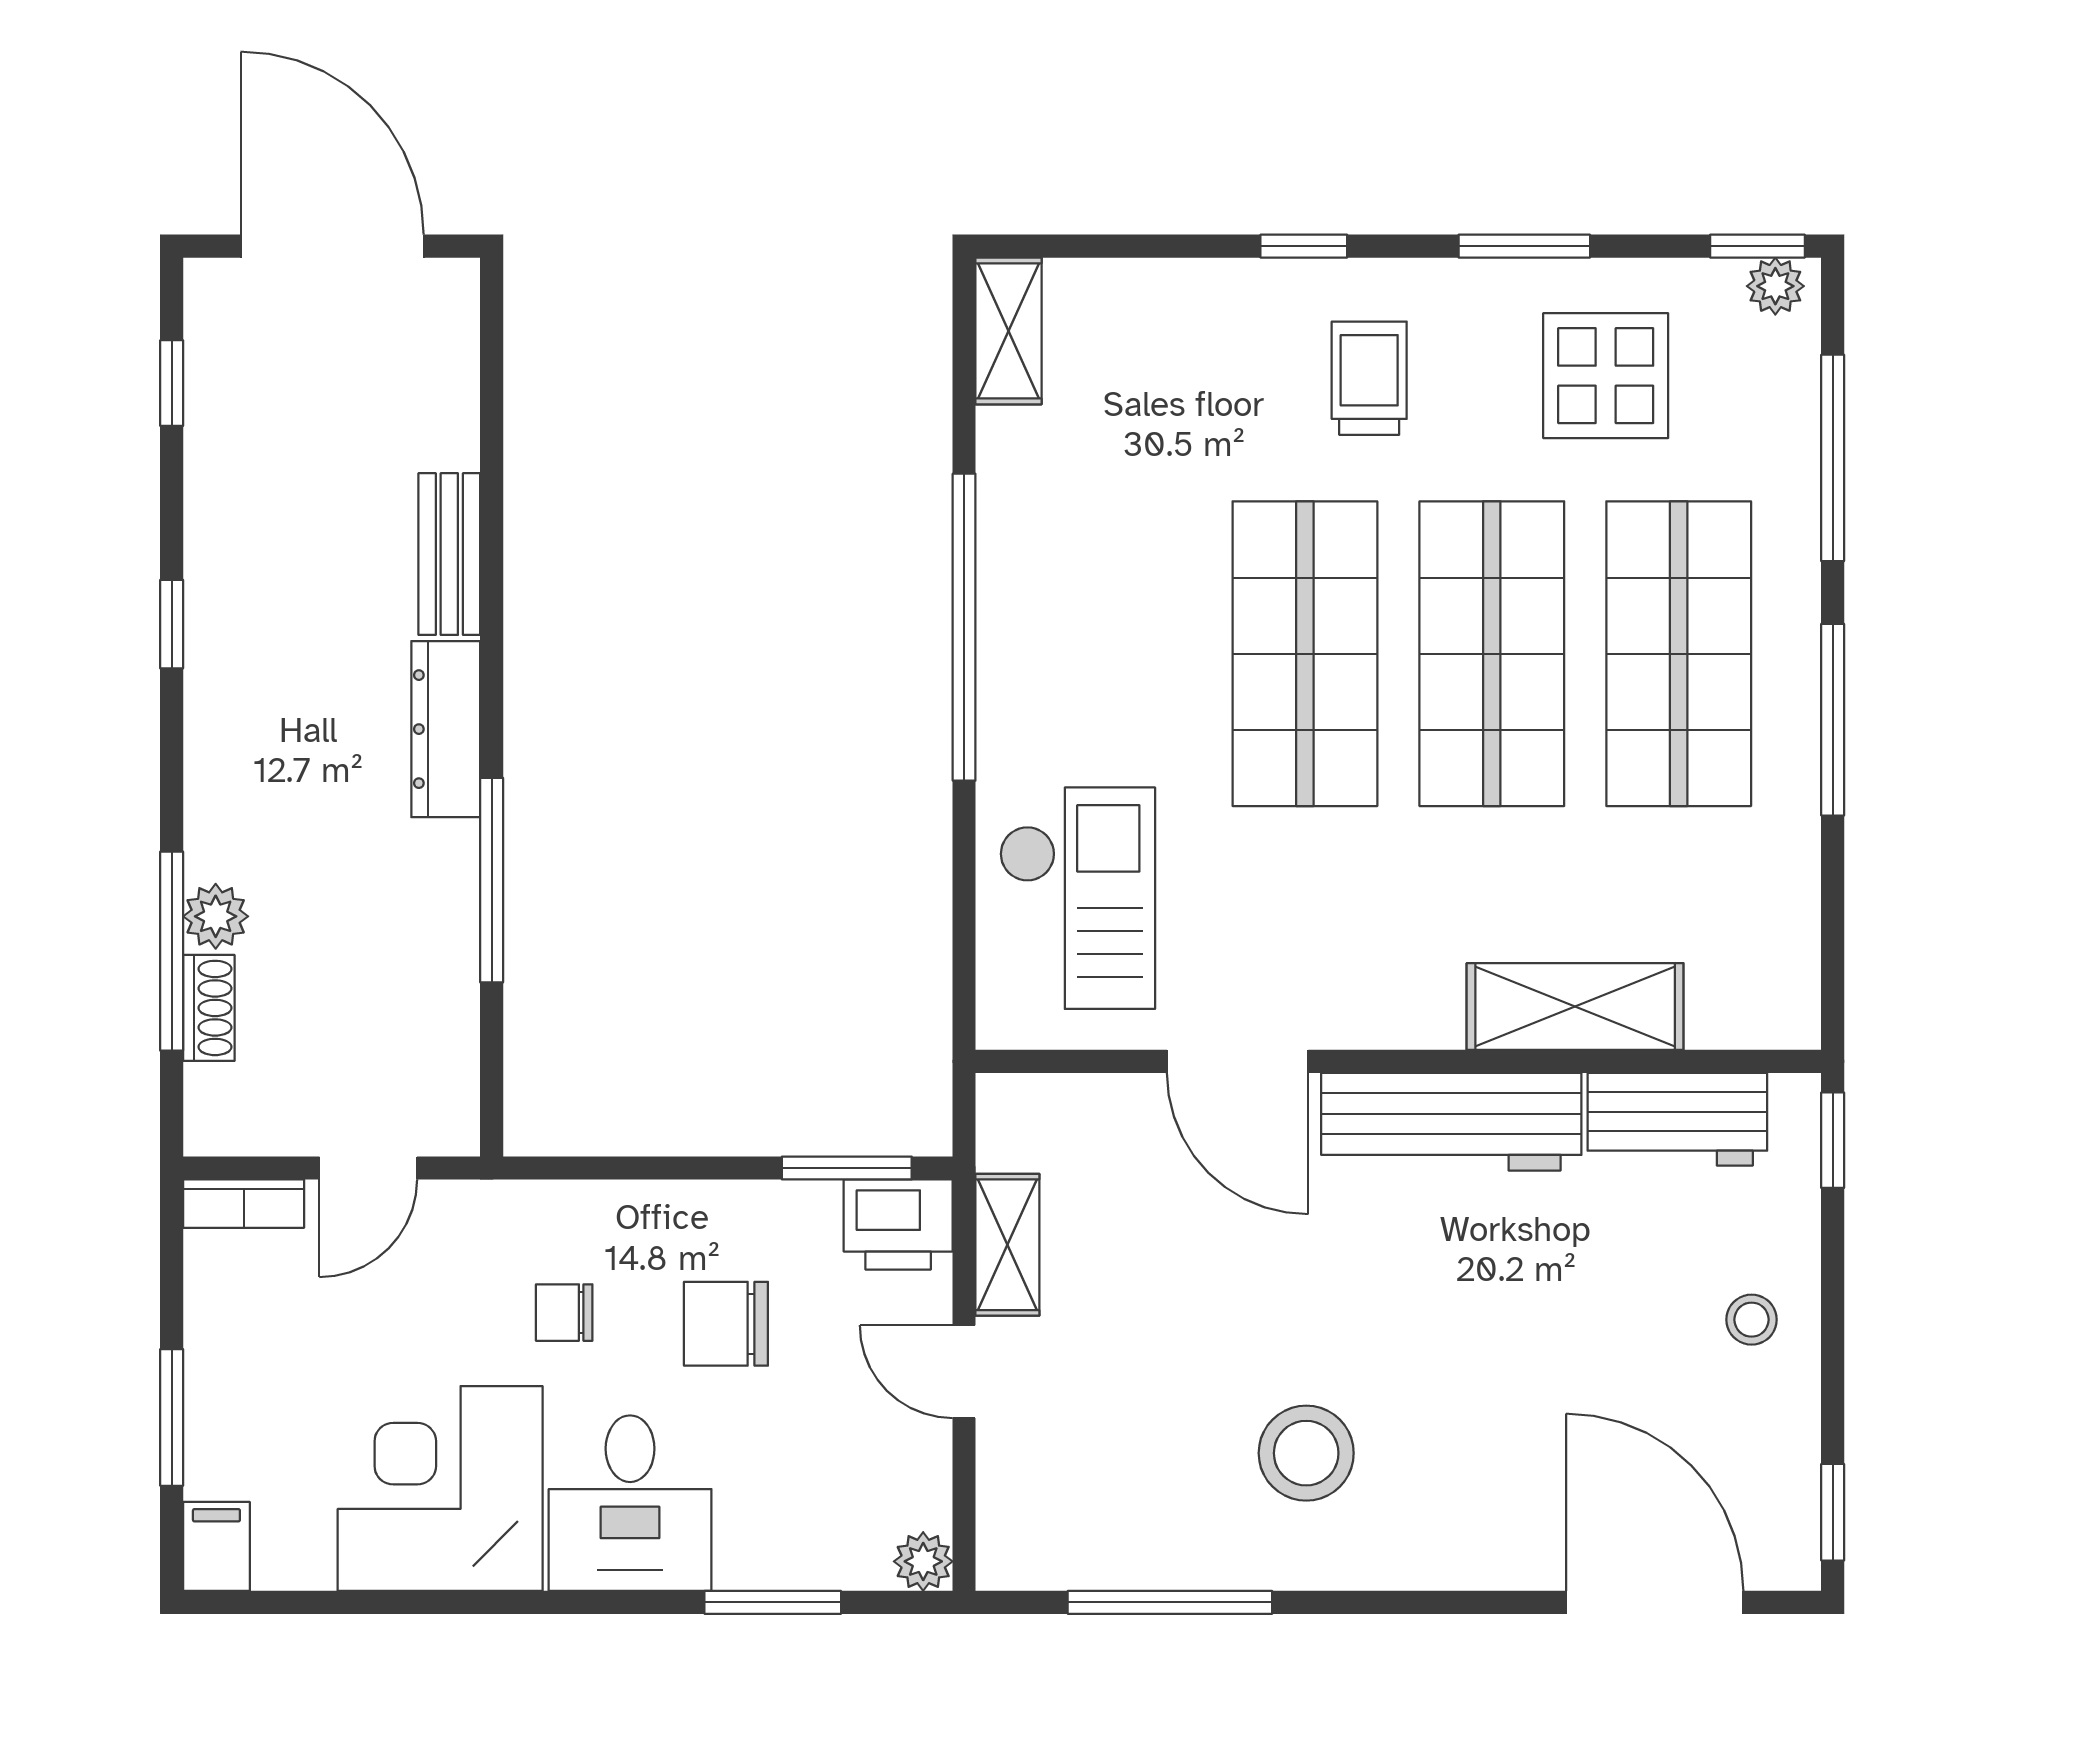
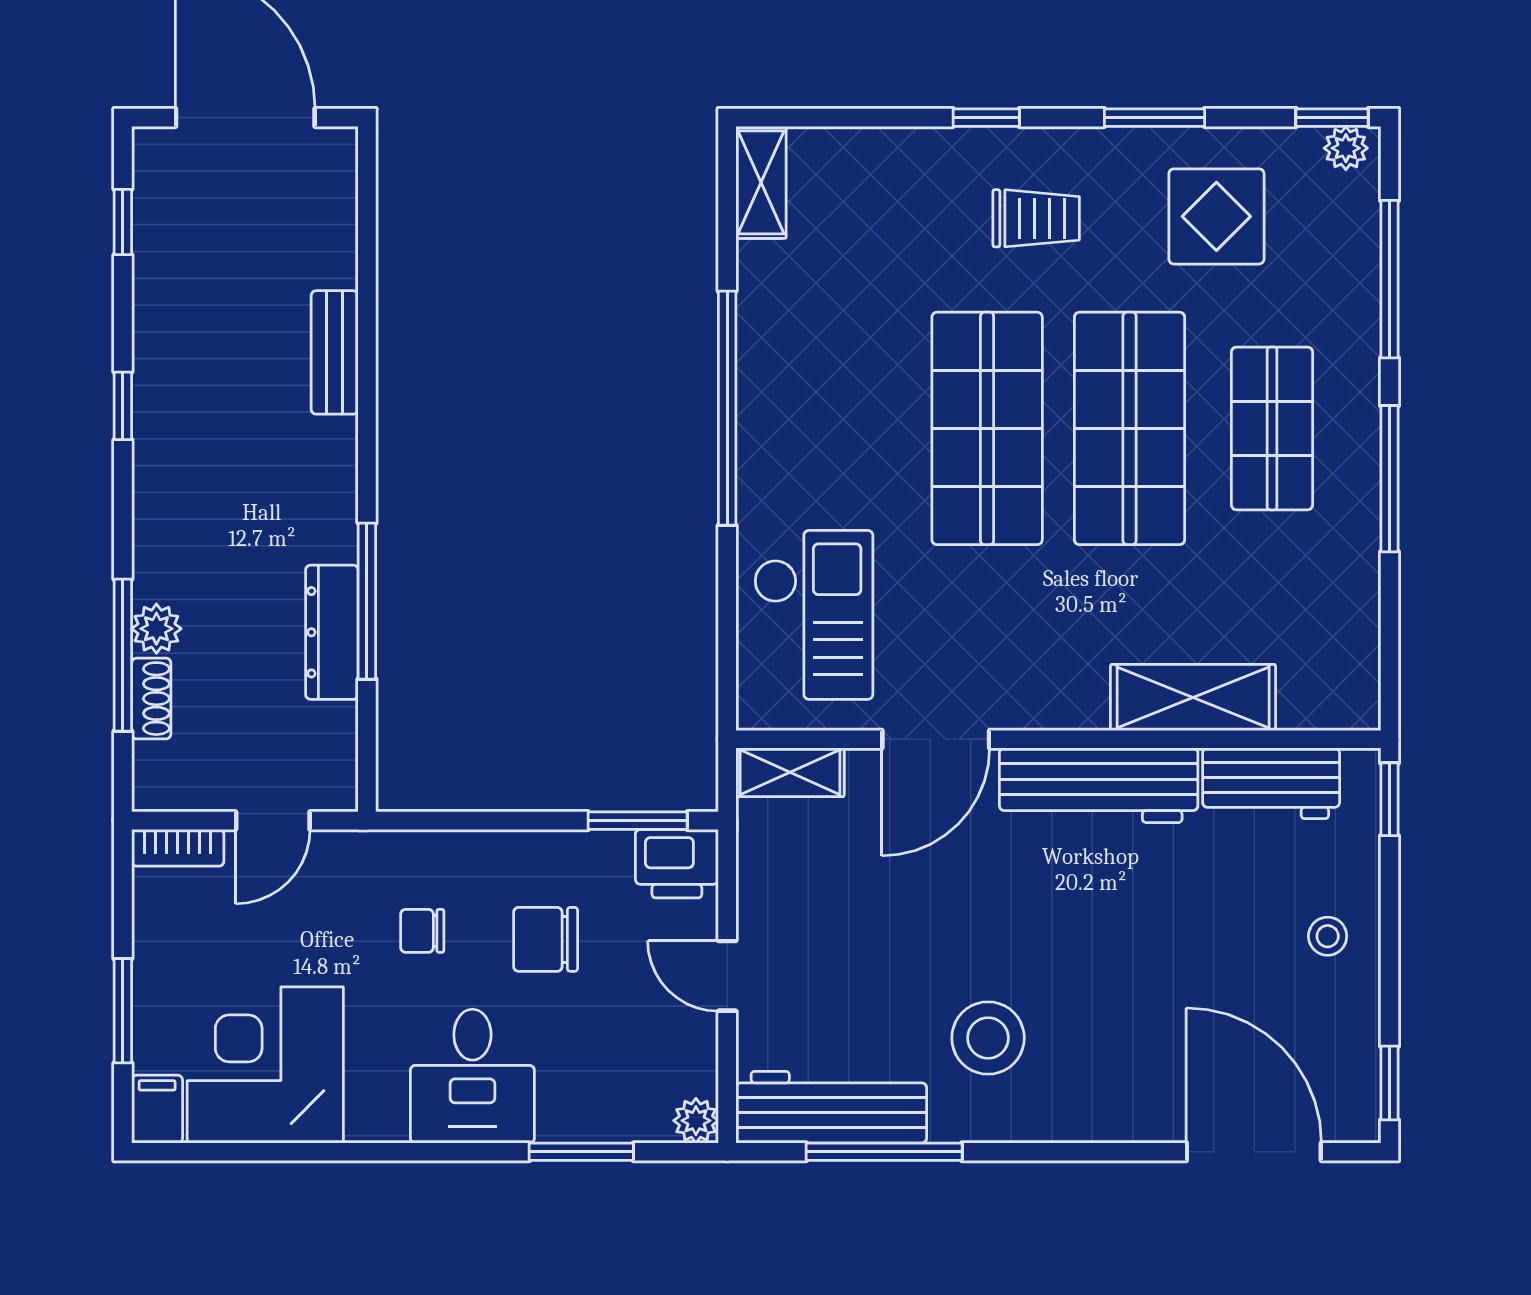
trolley: (1369, 378) -> (1036, 218), turned 90
shop shelf: (1679, 654) -> (1272, 428), width x0.70, depth x0.74
dresser: (446, 729) -> (332, 632), moved
door: (1238, 1061) -> (936, 739), hinge flipped
shelving: (1007, 1245) -> (790, 772), moved, turned 90
corner desk: (440, 1488) -> (265, 1065), moved
workbench: (1101, 1544) -> (831, 1107), added

